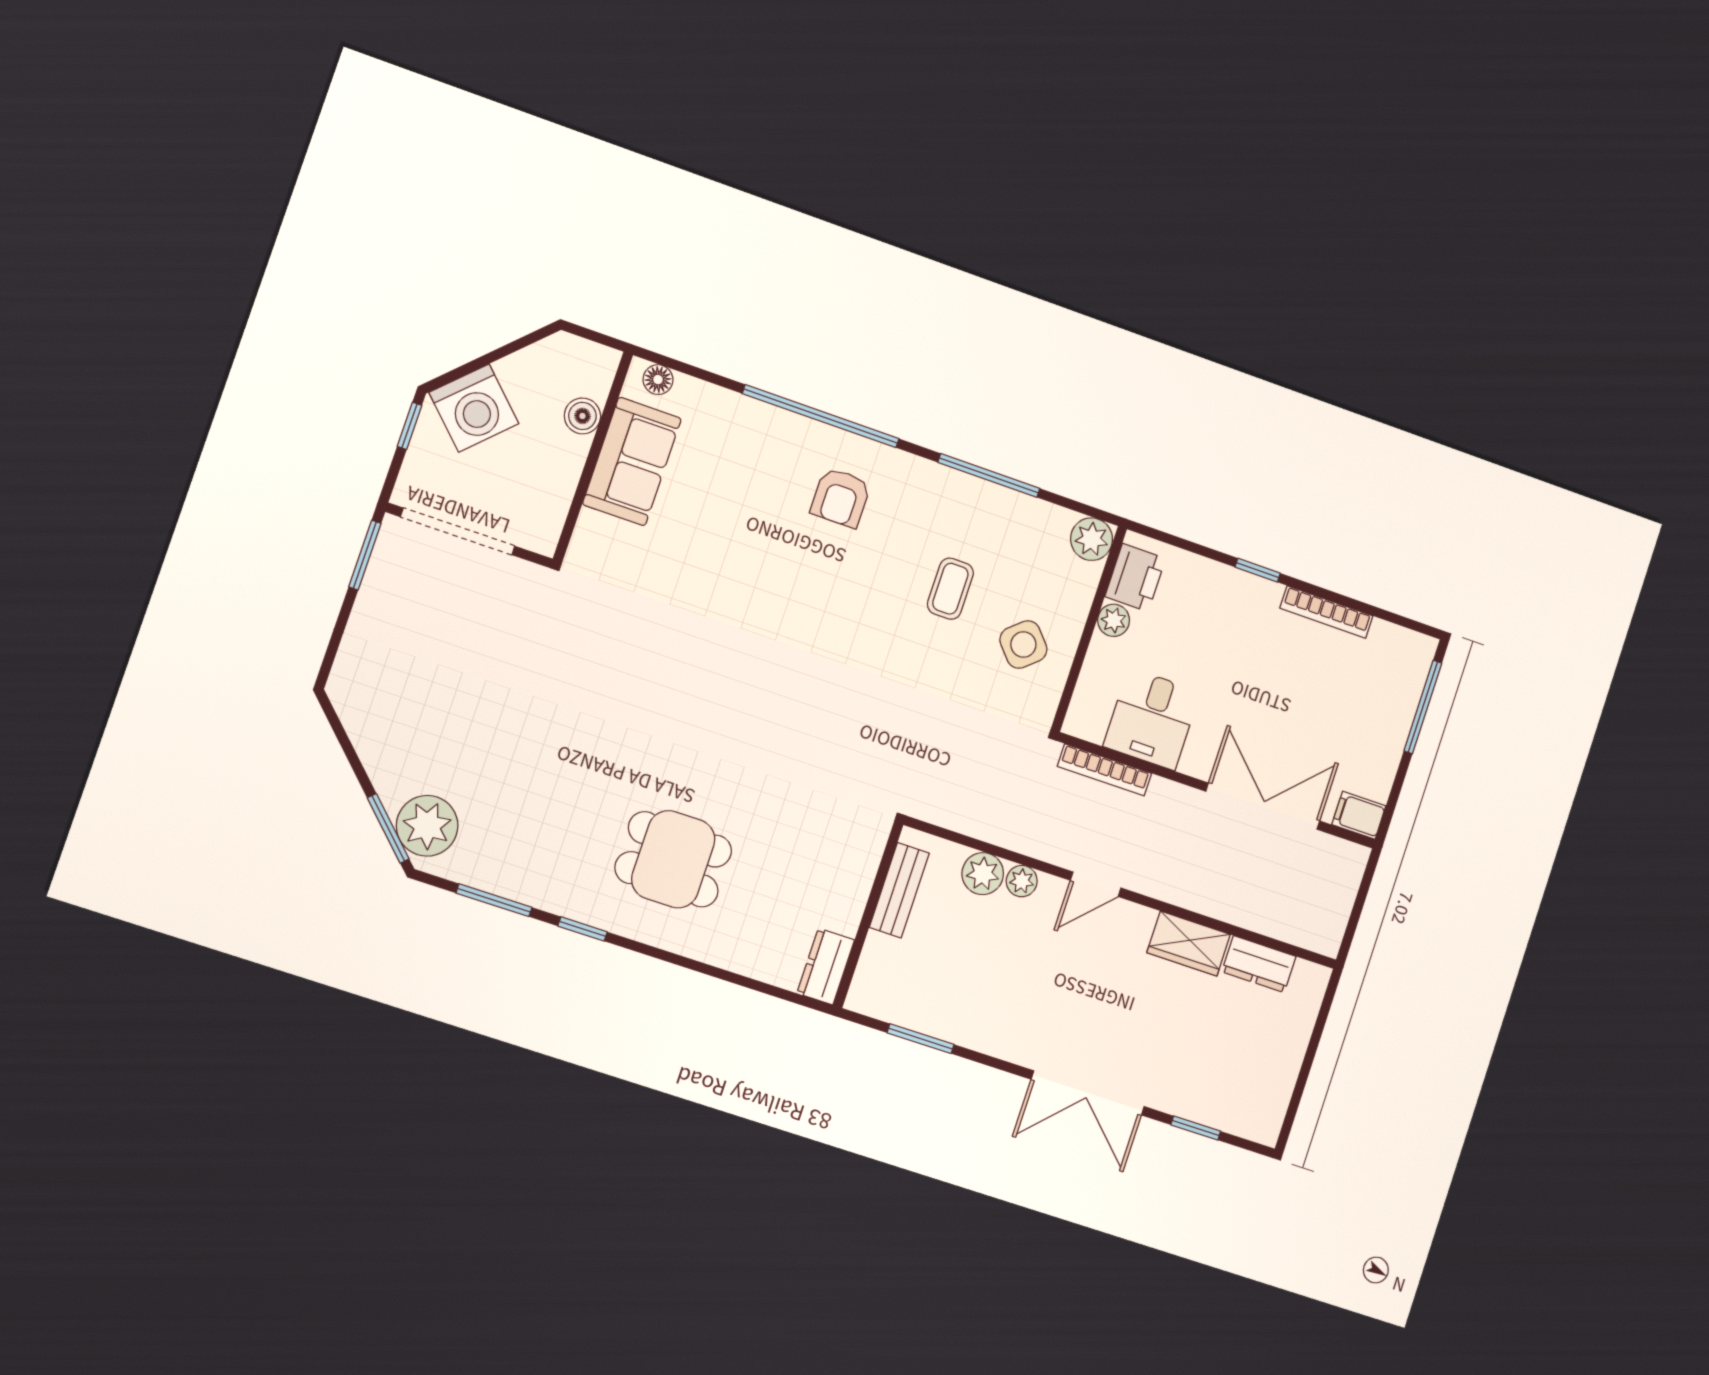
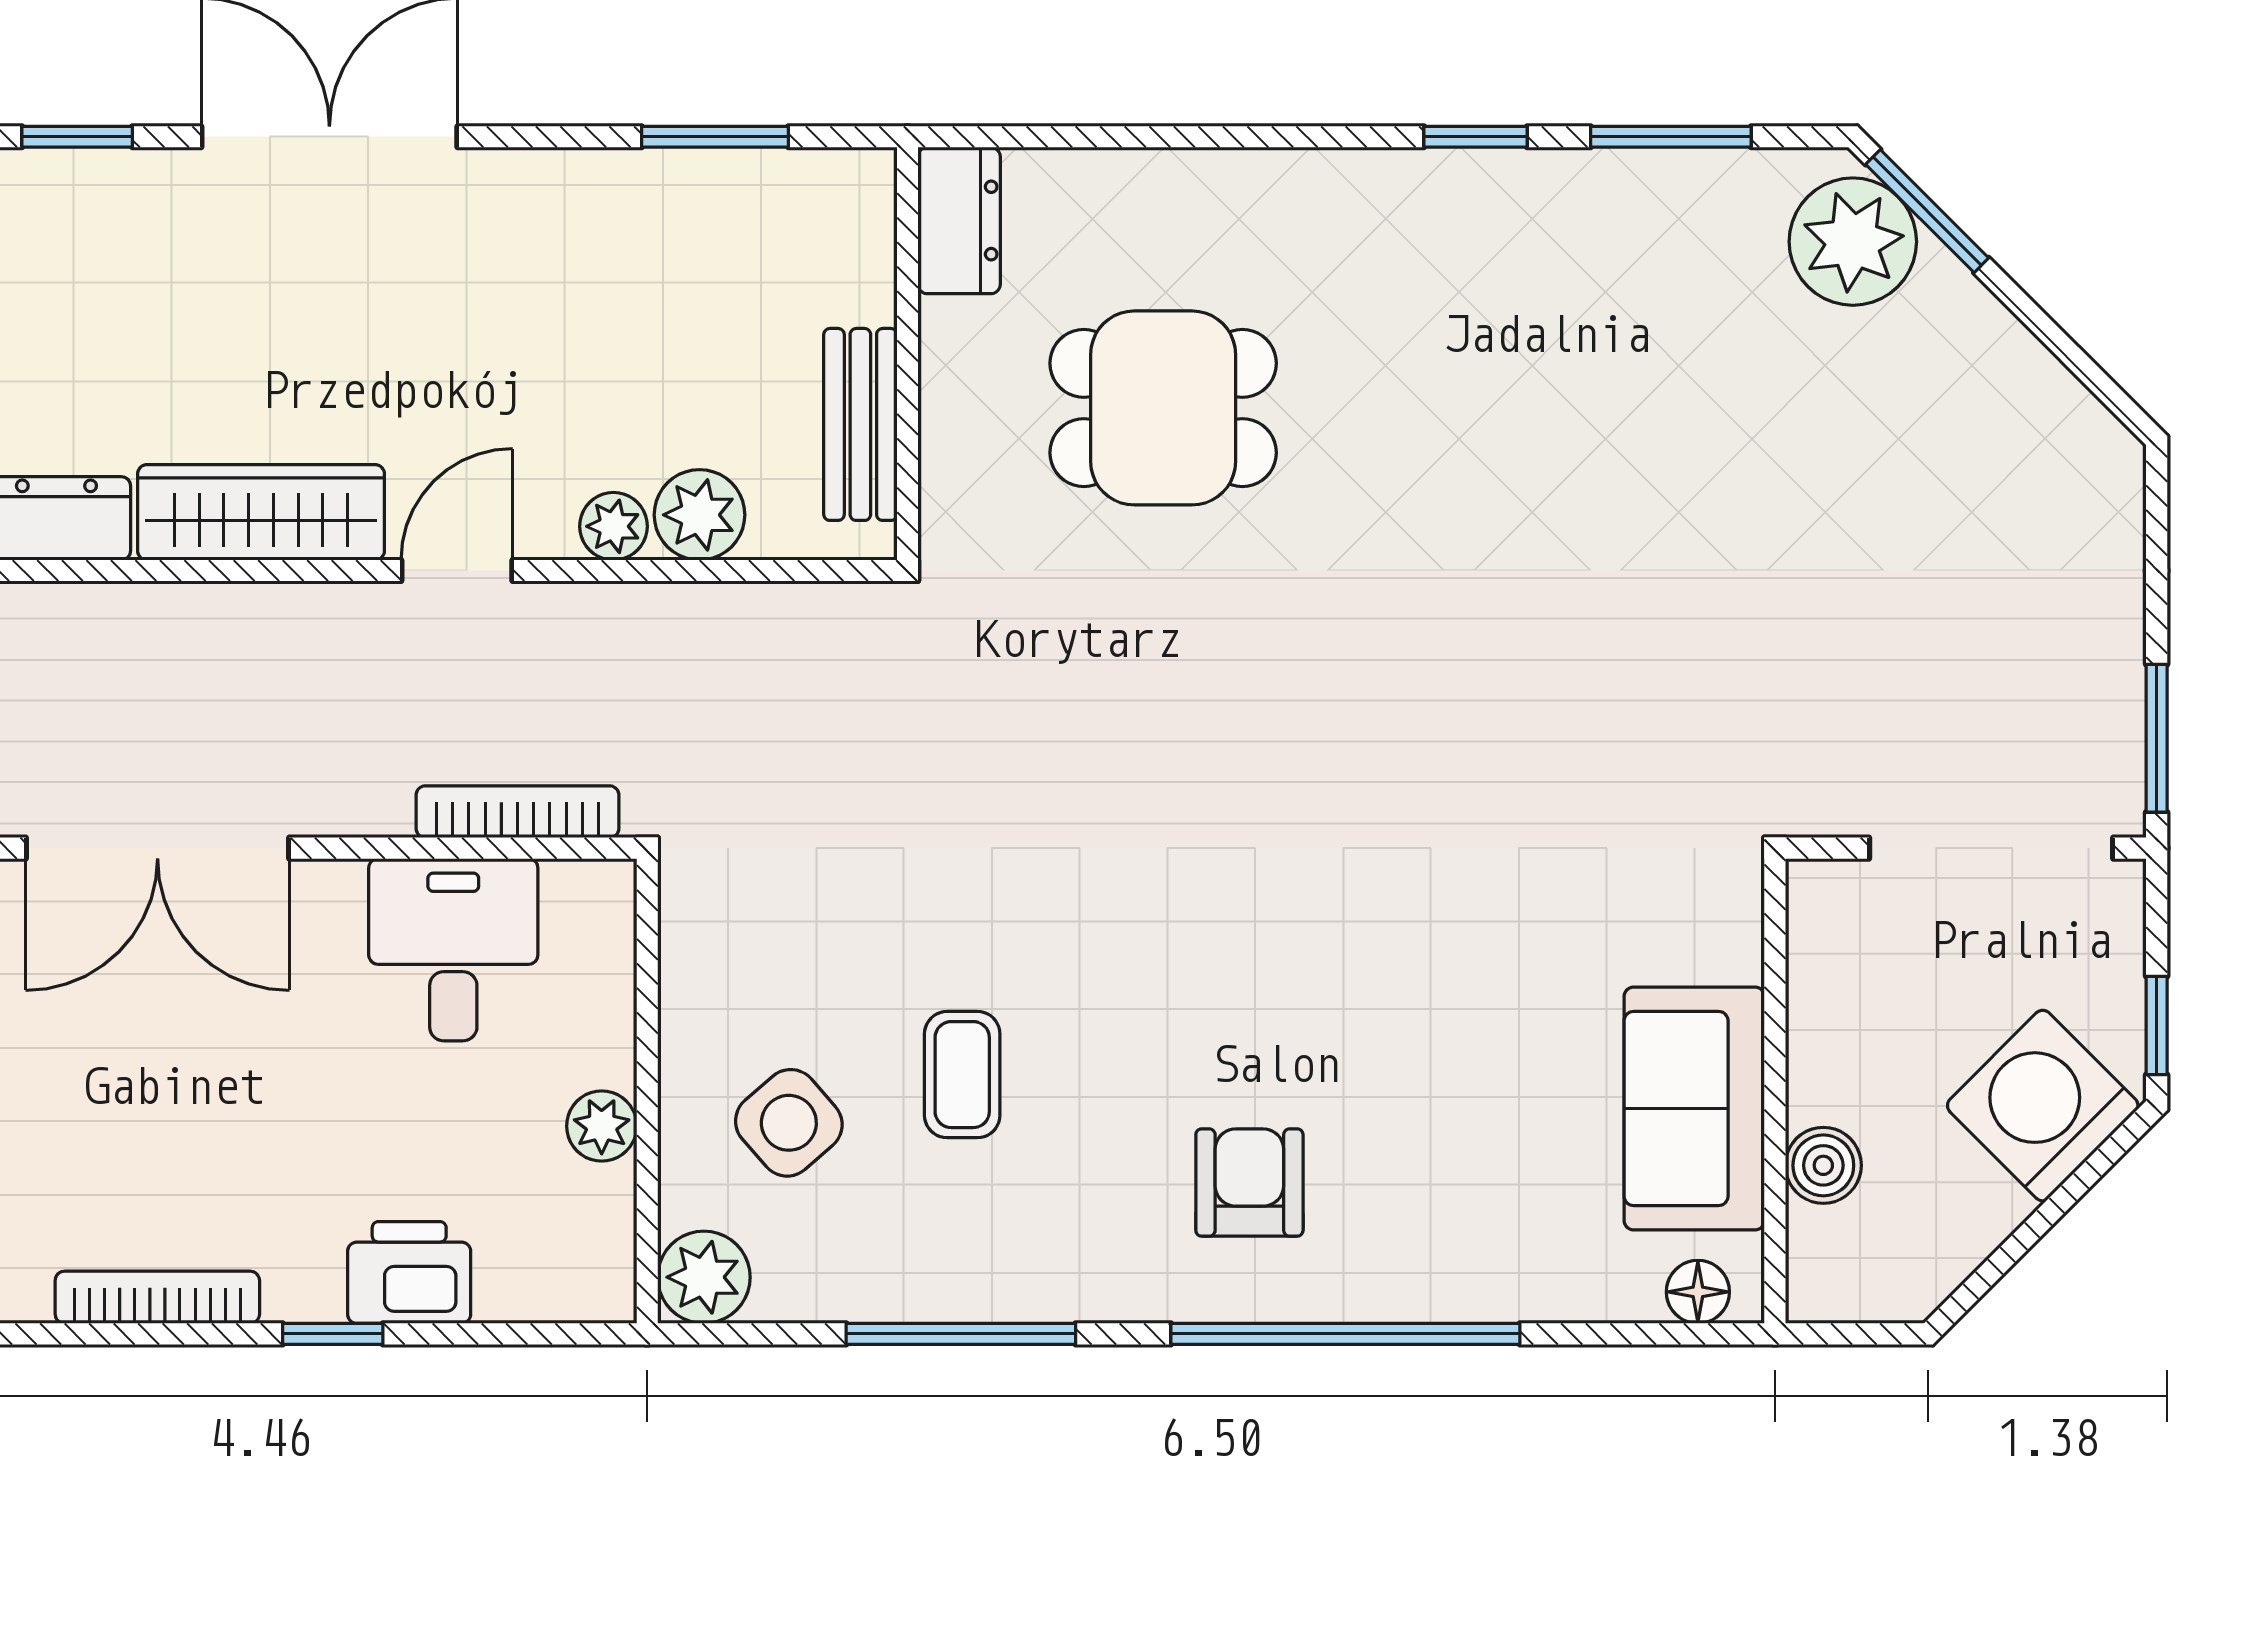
printer: (1135, 578) -> (409, 1273), moved, turned 90
side table: (1023, 644) -> (789, 1123), moved
dining table: (673, 859) -> (1163, 408), moved
wardrobe: (1189, 944) -> (261, 512), width x1.50

